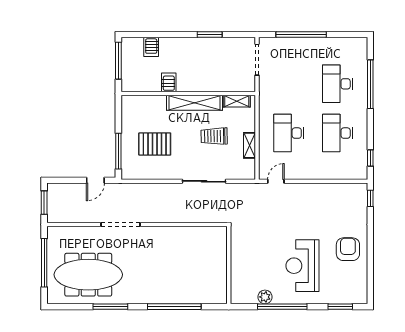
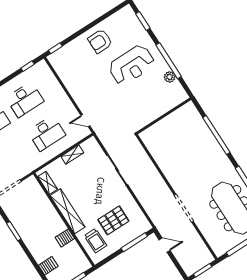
trolley: (214, 136) -> (96, 241), moved
pallet: (155, 144) -> (113, 220), turned 90

